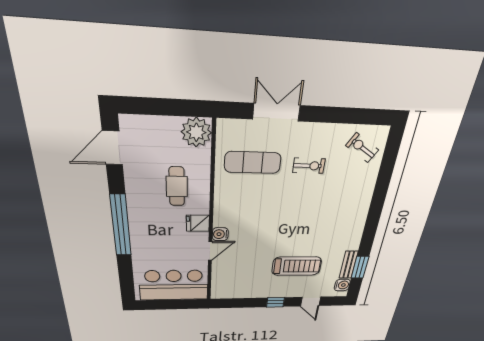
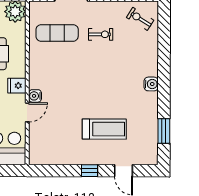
bench: (349, 265) -> (152, 128), removed
water cooler: (342, 285) -> (151, 84), moved

